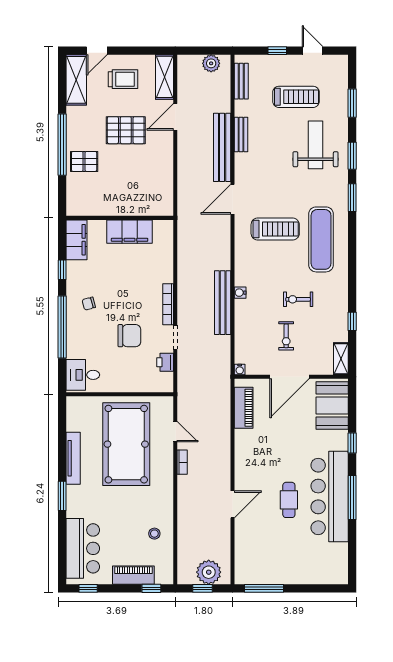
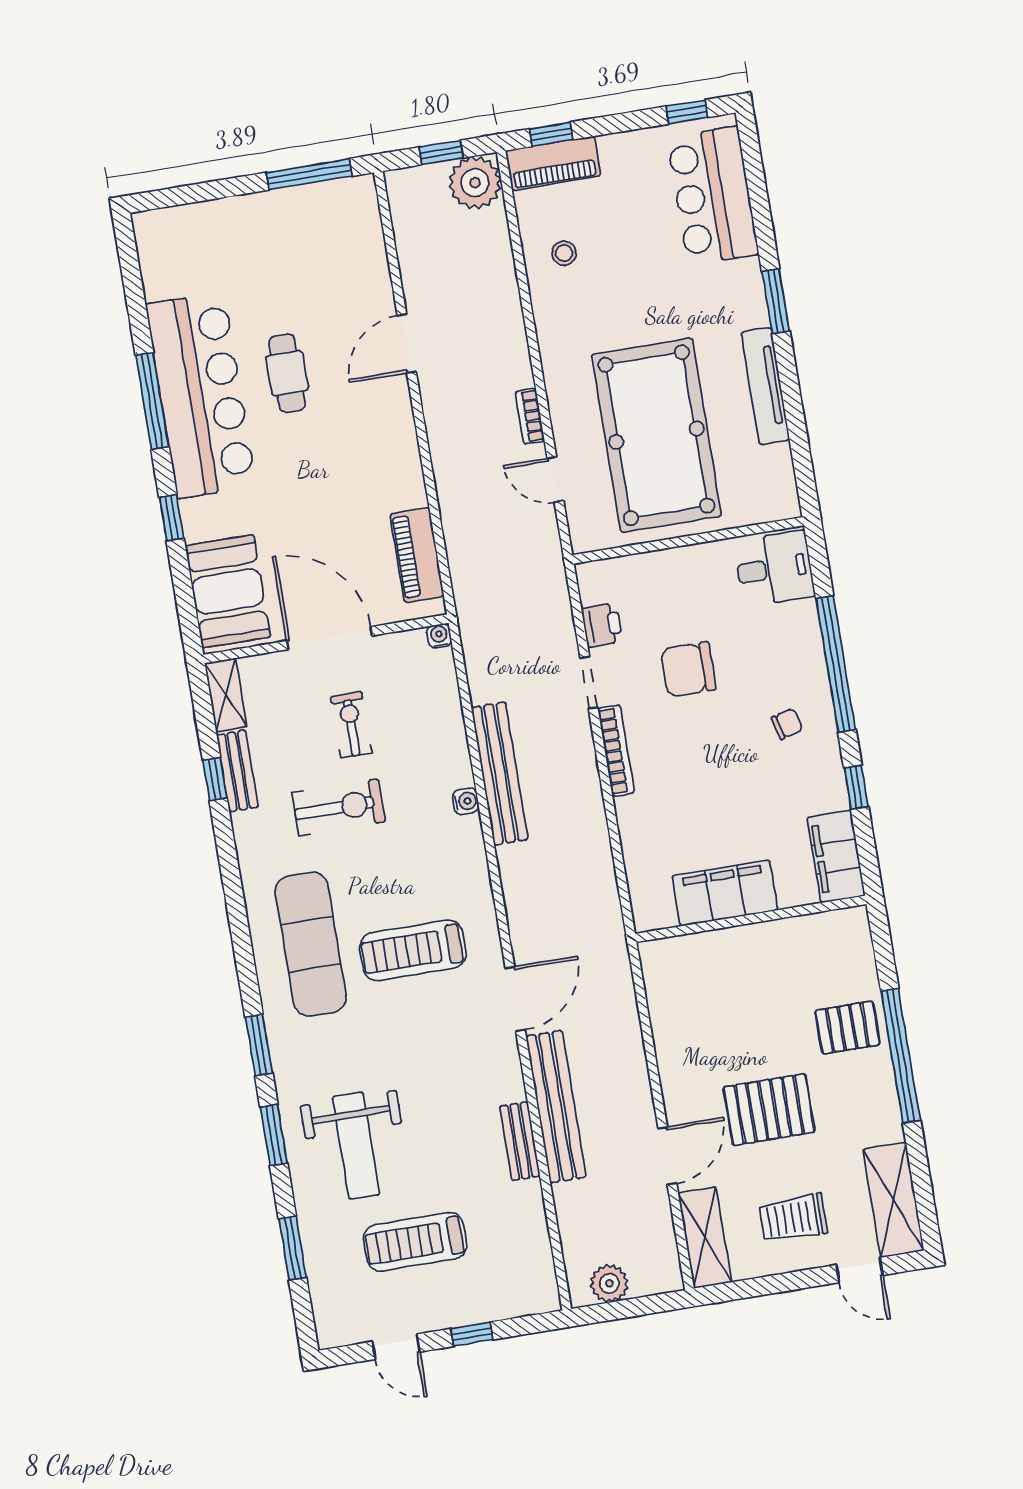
door: (97, 51) -> (860, 1270), swing flipped
bench: (241, 81) -> (237, 771), moved
exercise bike: (298, 299) -> (339, 807), width x1.38, depth x1.39
door: (290, 377) -> (329, 638), hinge flipped
plant: (209, 572) -> (475, 183), moved
piano: (133, 575) -> (553, 163), moved

